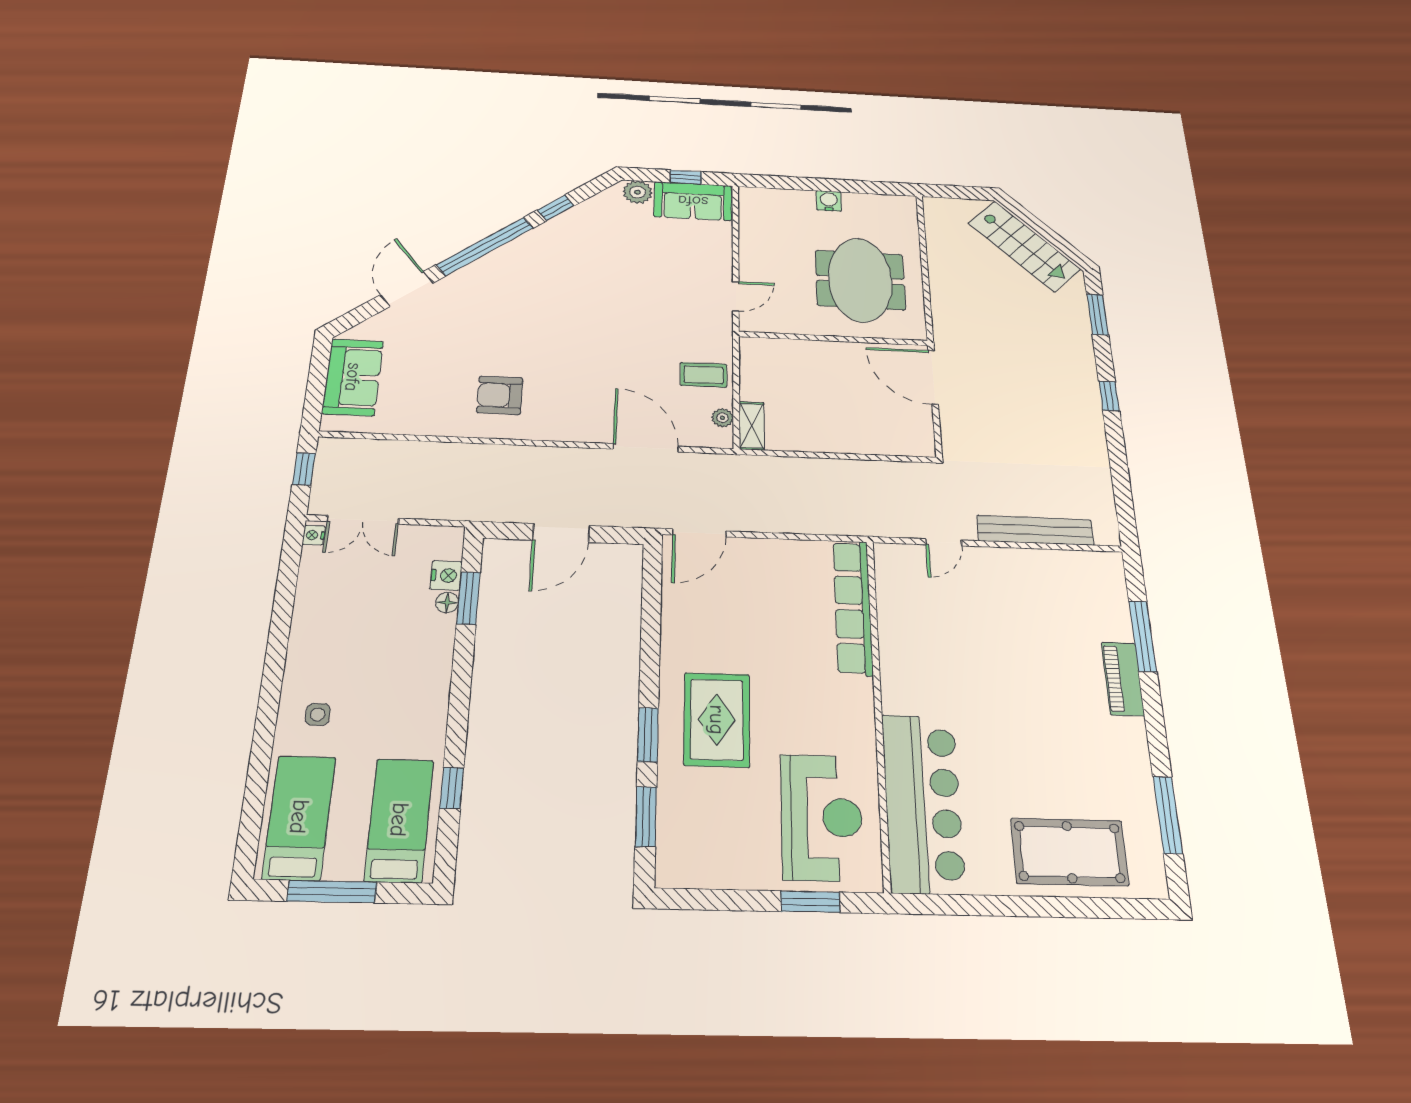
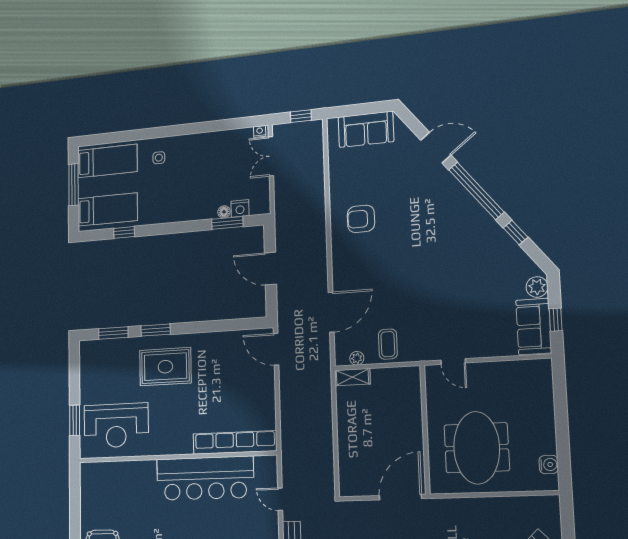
water cooler: (829, 201) -> (549, 465), moved
meeting table: (860, 280) -> (477, 448), turned 90
armchair: (500, 395) -> (361, 219), turned -90
bar counter: (923, 803) -> (205, 478), moved

